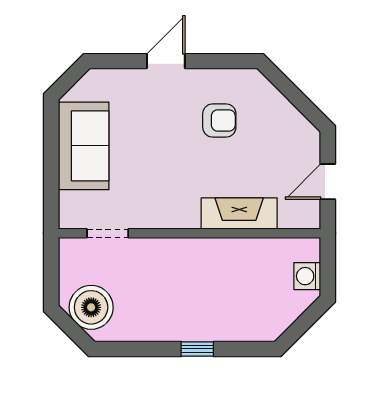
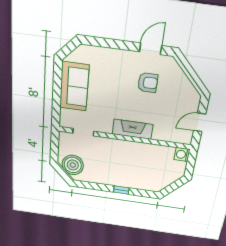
door: (166, 61) -> (151, 49), moved
fireplace: (239, 213) -> (132, 129), moved
washing machine: (307, 276) -> (182, 154), moved

